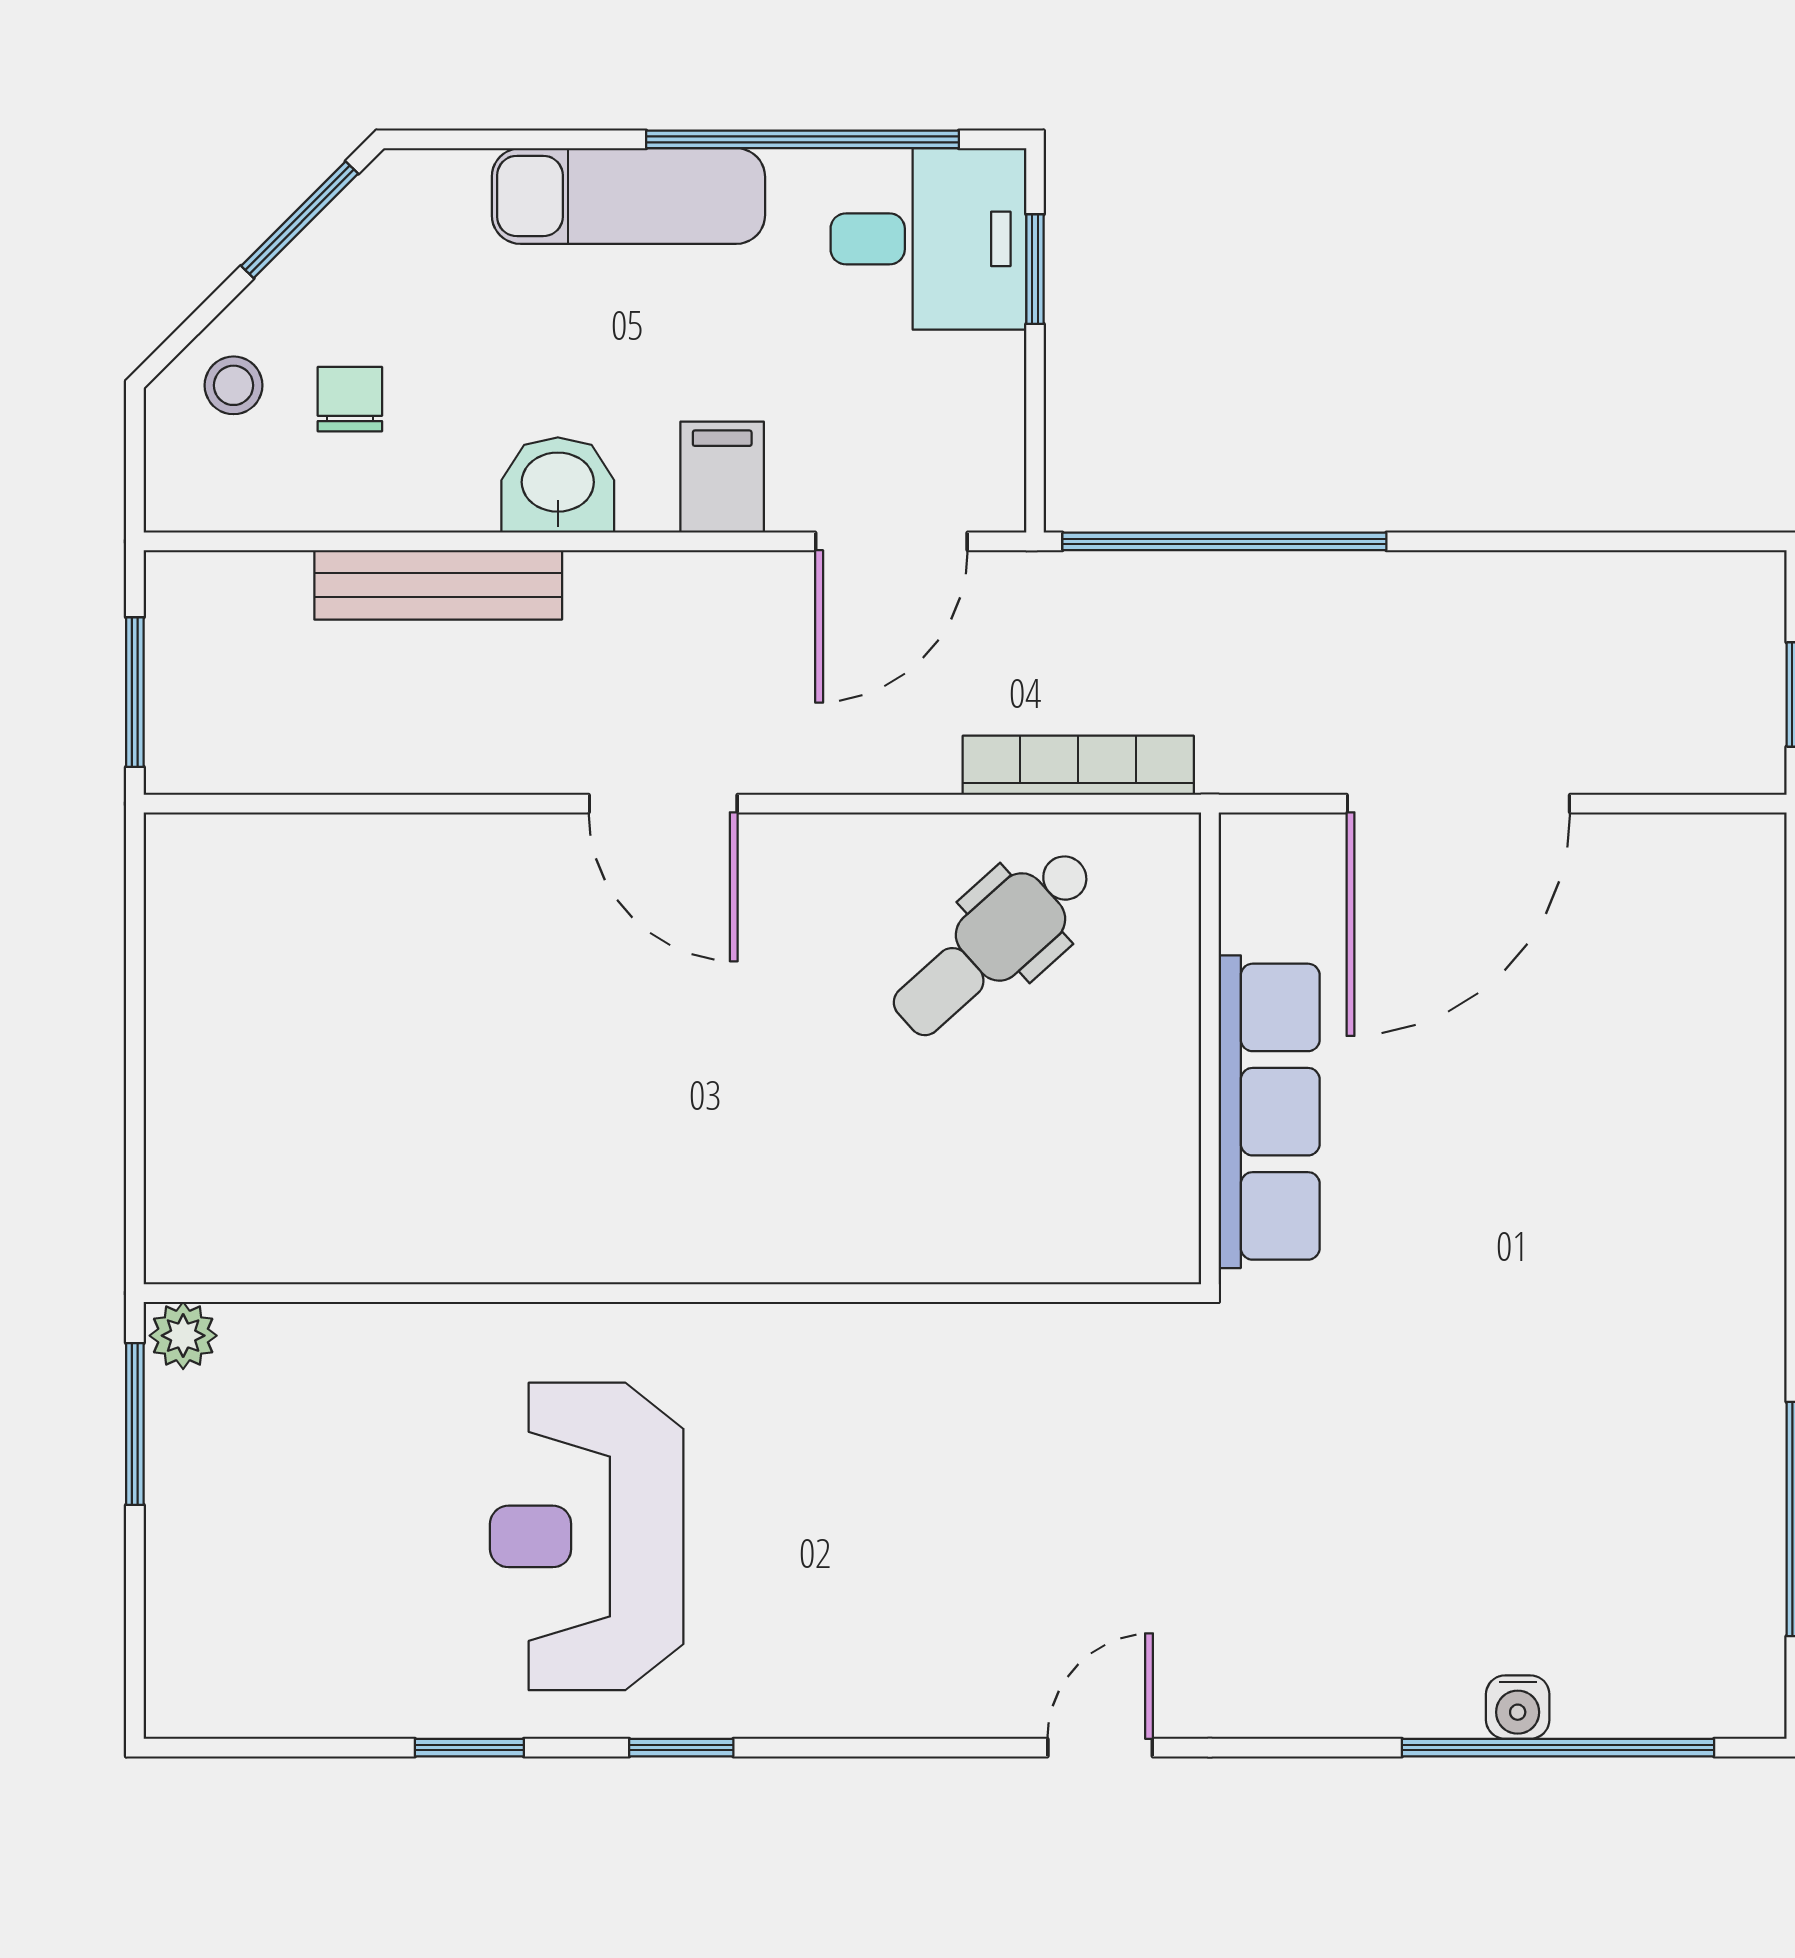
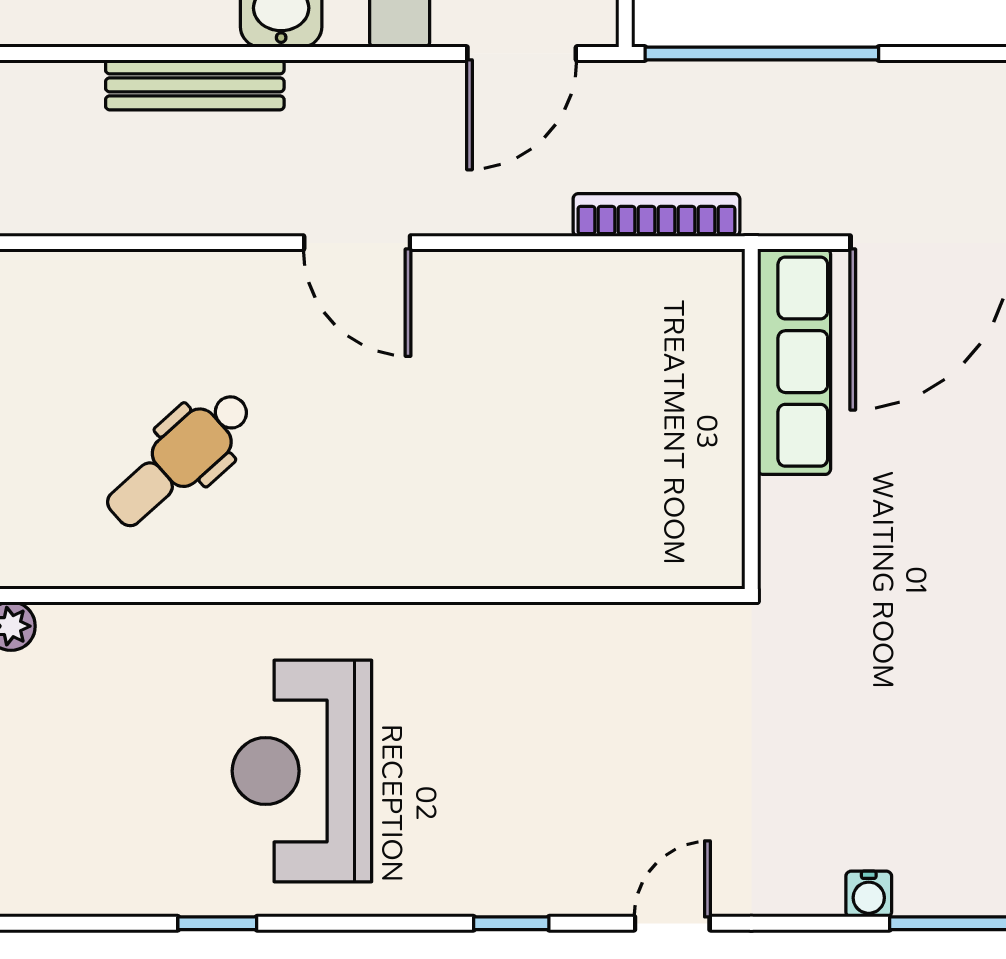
dental chair: (993, 943) -> (179, 459), moved
row of seats: (1269, 1112) -> (794, 362), moved
water cooler: (1518, 1707) -> (869, 894), moved
window: (681, 1748) -> (511, 923), moved

